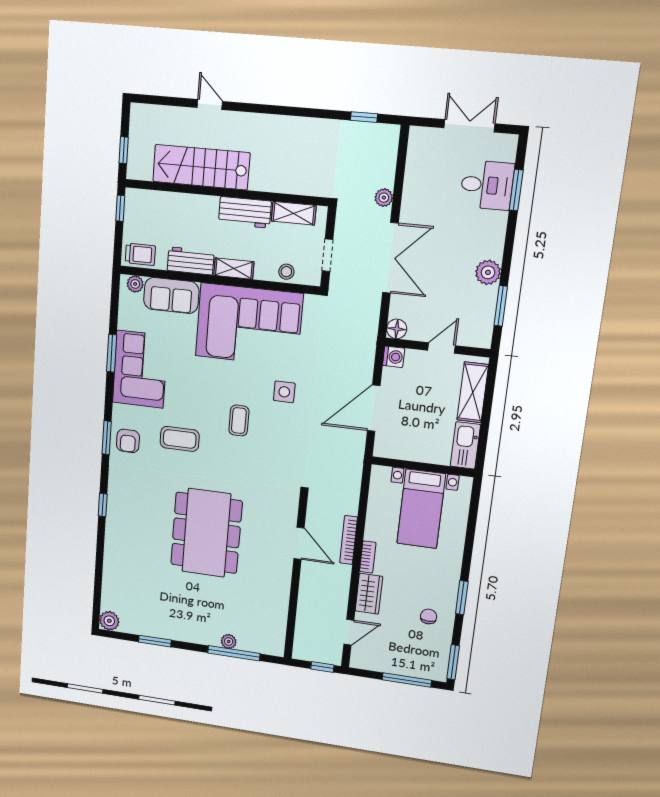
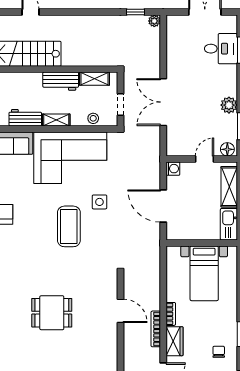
plant: (384, 198) -> (154, 21), moved
double door: (390, 258) -> (163, 102), swing flipped
floor lamp: (397, 329) -> (227, 149), moved
door: (374, 408) -> (163, 206), hinge flipped
coffee table: (239, 421) -> (69, 226), width x1.86, depth x1.72
coffee table: (180, 439) -> (27, 245), removed
dining table: (206, 533) -> (52, 313), width x0.53, depth x0.80
bookcase: (349, 540) -> (156, 329), moved

